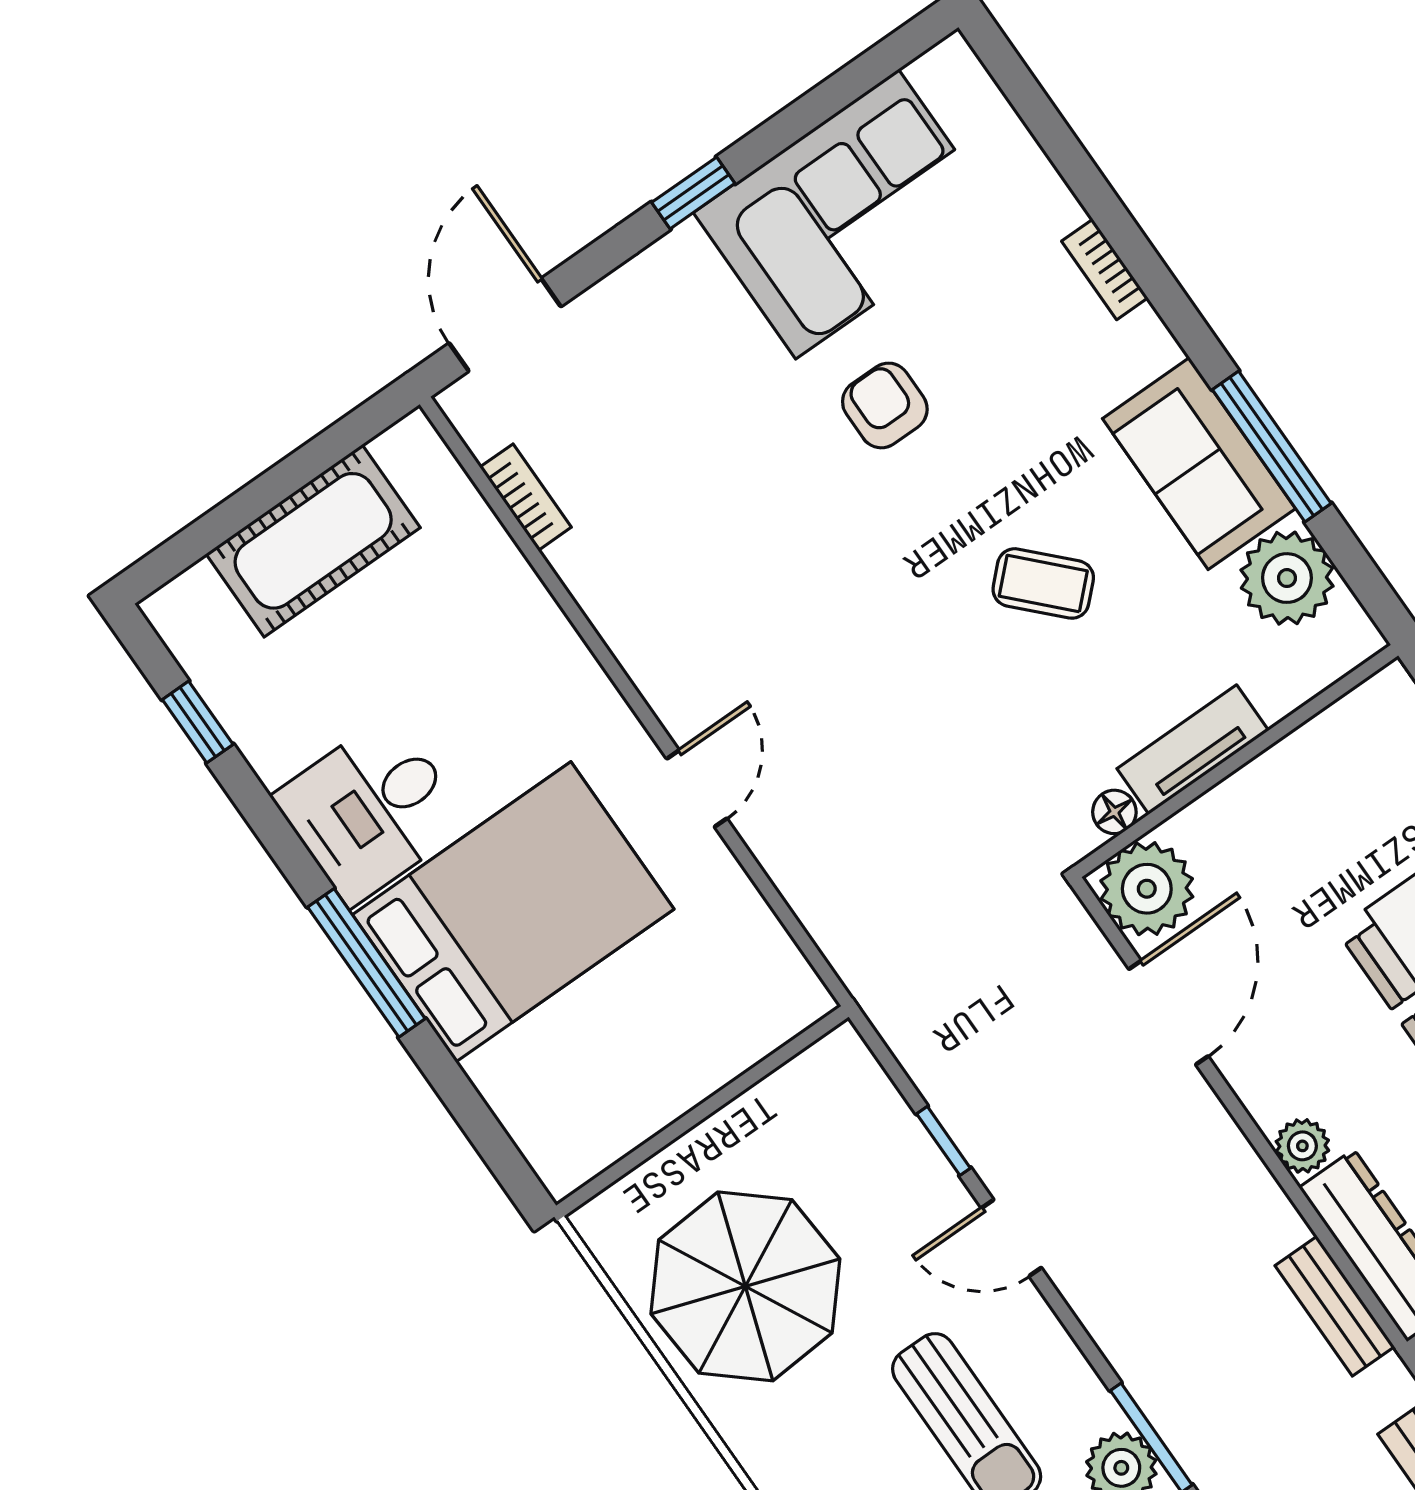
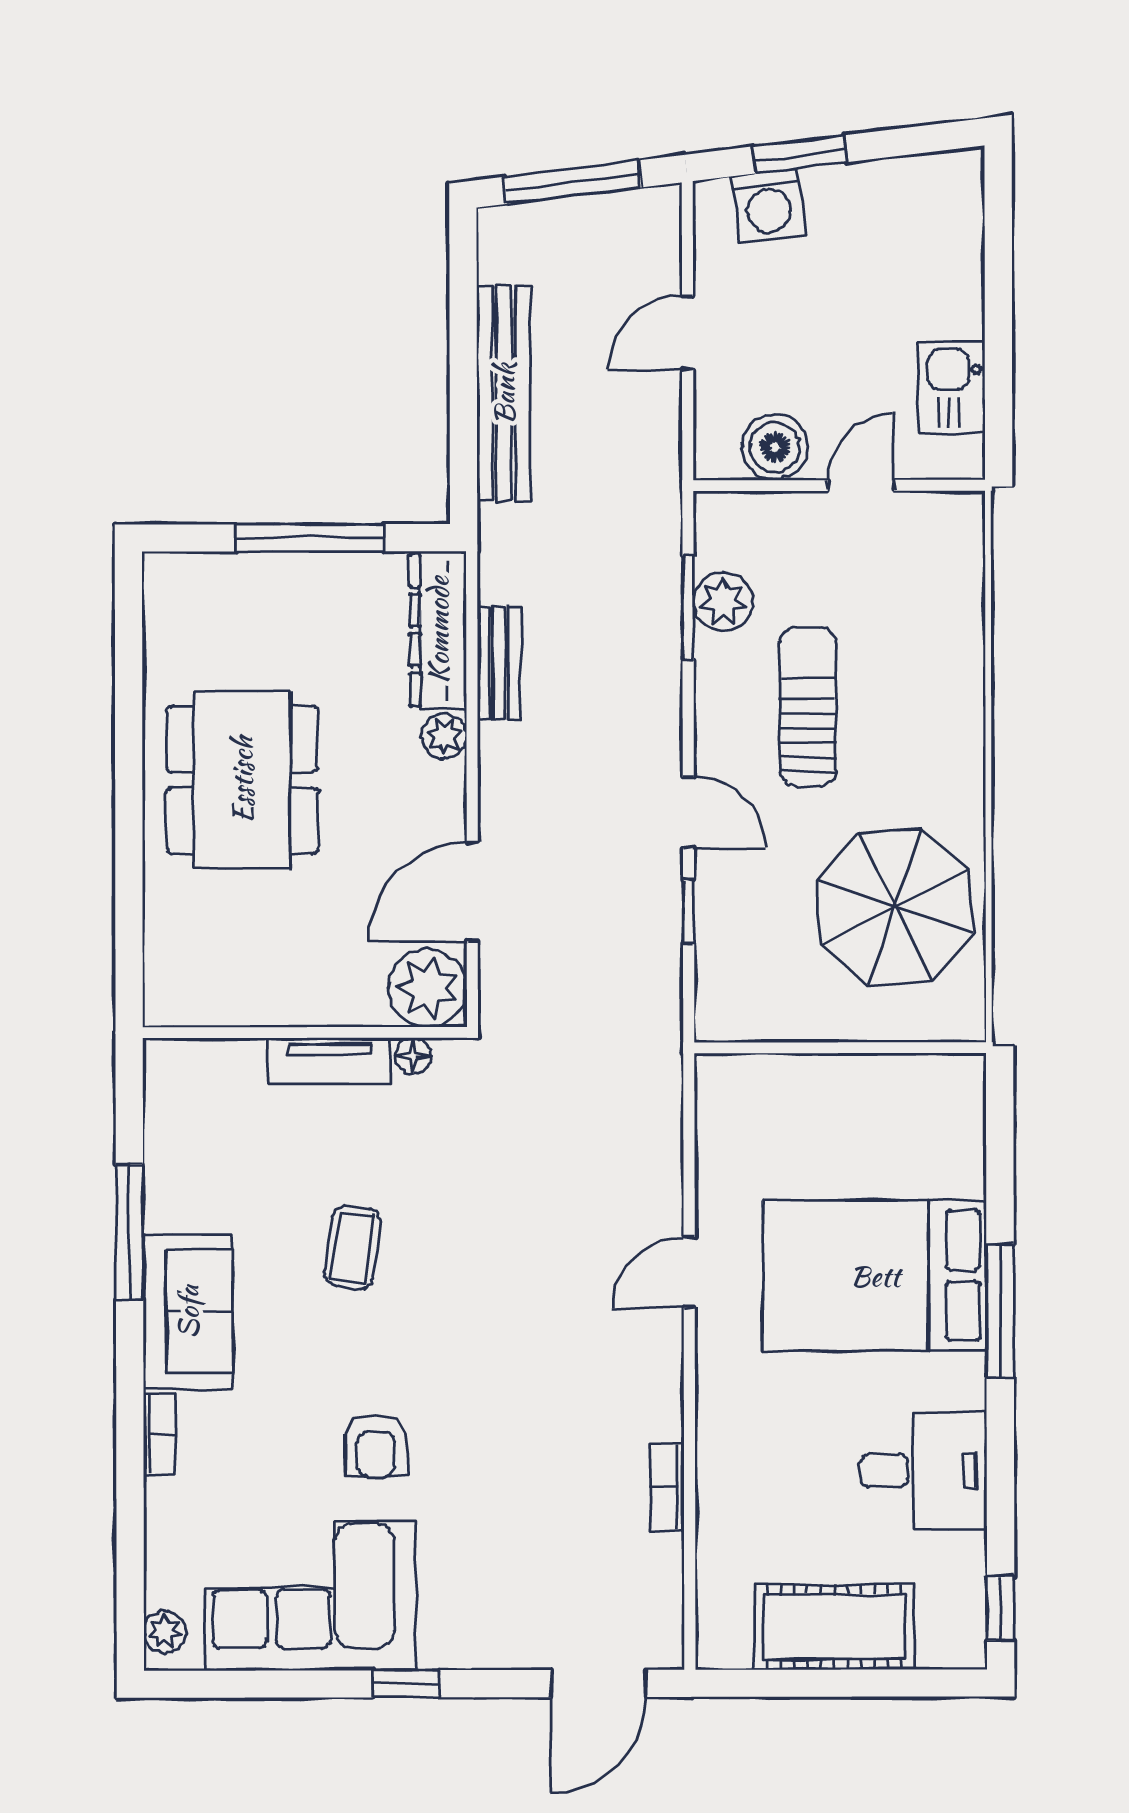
sofa: (1199, 464) -> (188, 1312), moved
bookcase: (526, 497) -> (667, 1487), moved
plant: (1287, 578) -> (165, 1632), moved, width x0.53, depth x0.53
coffee table: (1043, 583) -> (352, 1247), turned 52
window: (198, 722) -> (1001, 1608), moved
desk: (371, 810) -> (924, 1471), moved
bench: (1335, 1306) -> (499, 663), moved

